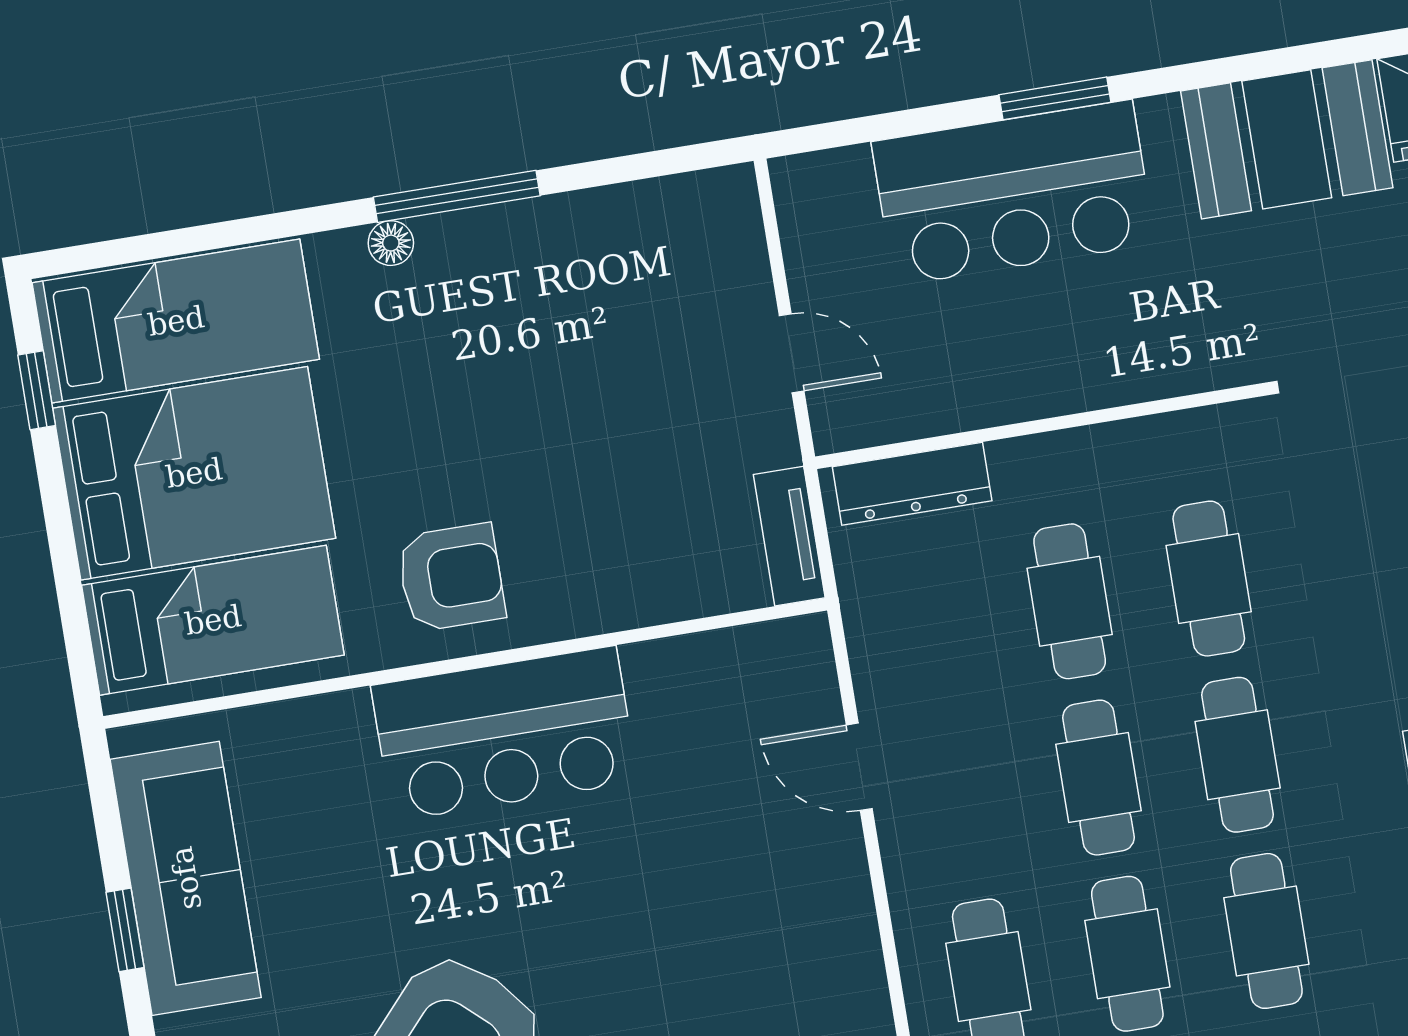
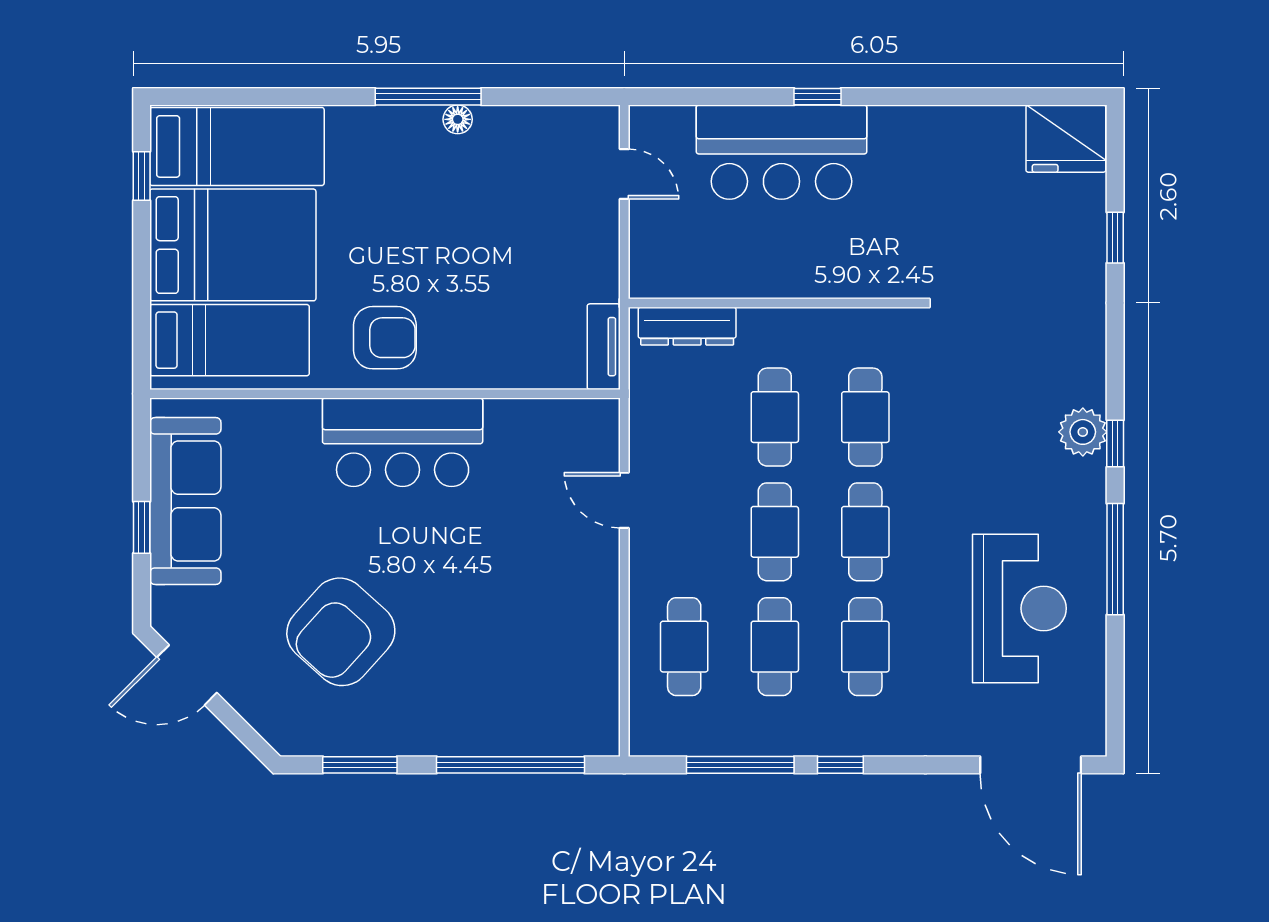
window: (1055, 98) -> (818, 97), width x0.67
booth: (1287, 139) -> (960, 147), removed
floor lamp: (391, 243) -> (458, 119), moved
door: (792, 353) -> (624, 174), moved

